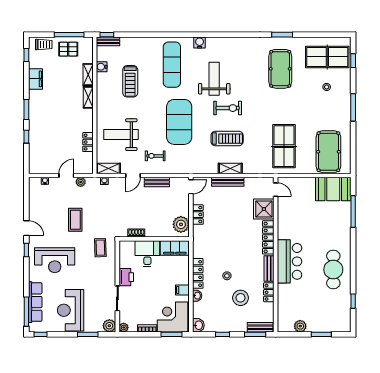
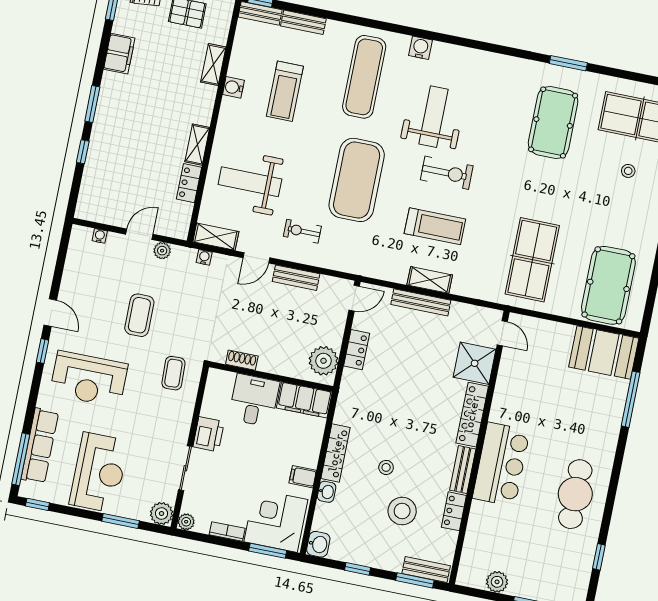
bench: (133, 42) -> (303, 22), added
water cooler: (102, 67) -> (233, 87), moved
shelving: (88, 97) -> (197, 145), moved
reception desk: (71, 310) -> (99, 473), turned 180

